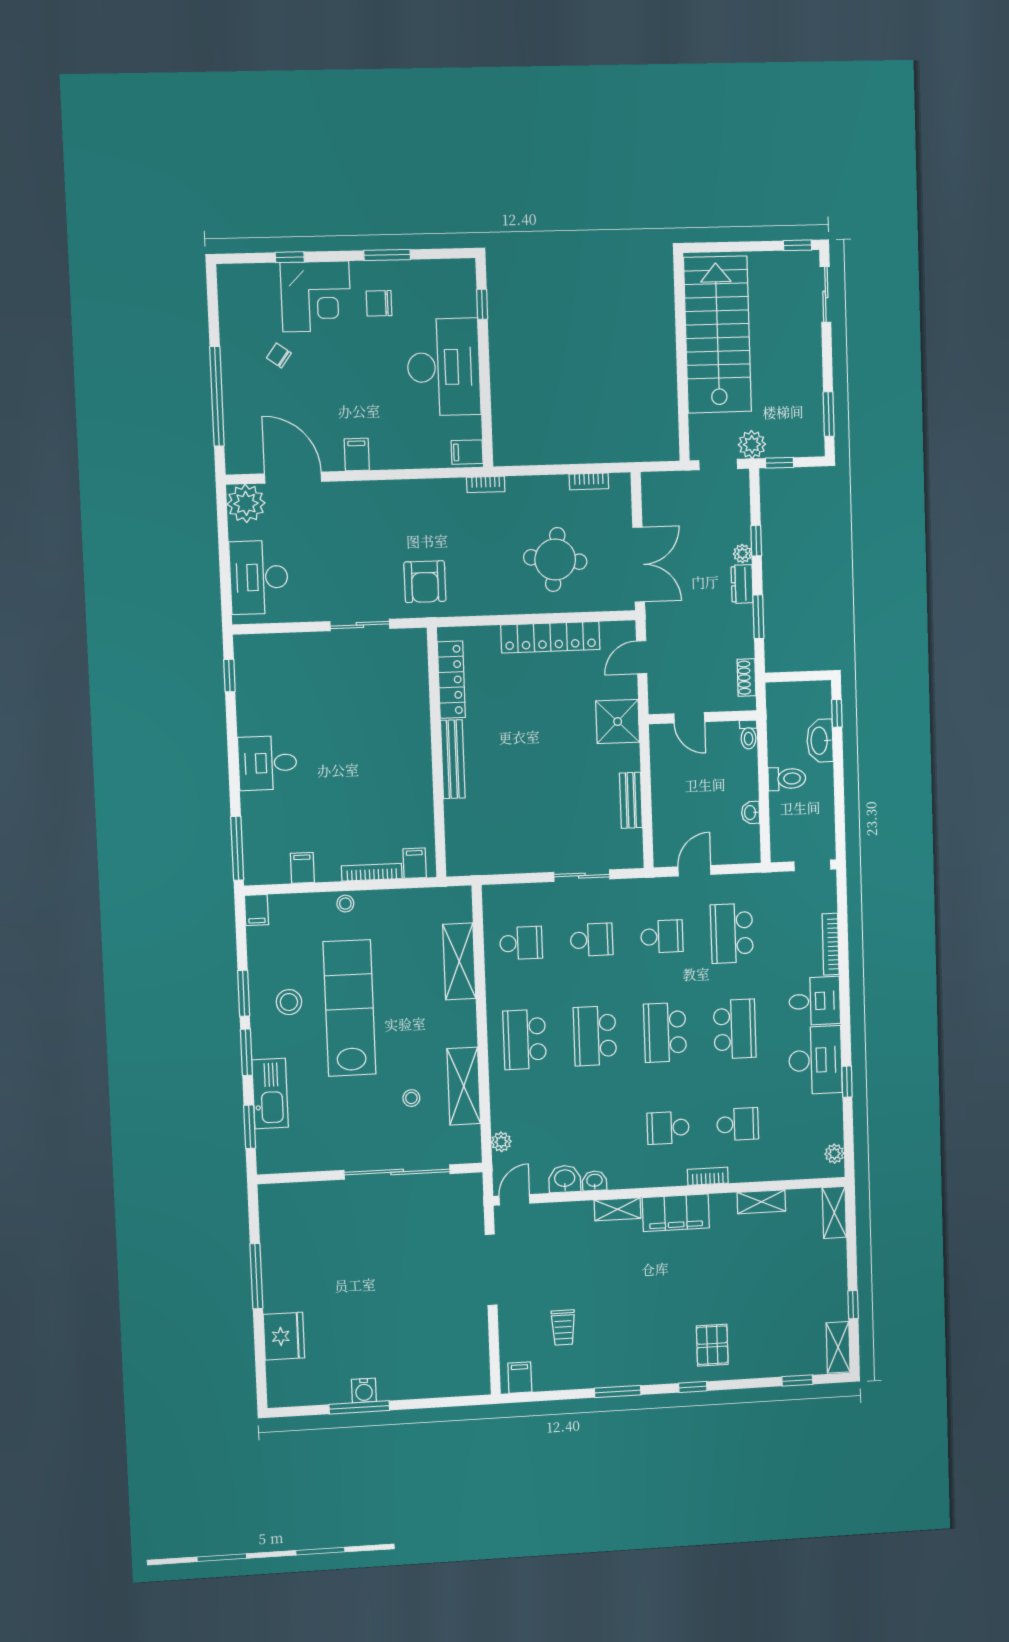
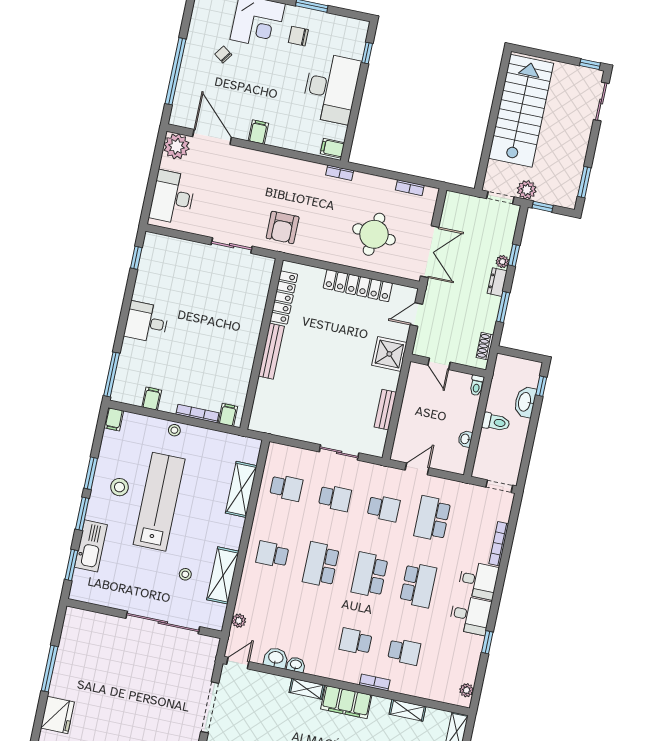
school desk: (525, 1039) -> (272, 554), width x0.54
desk: (815, 1060) -> (470, 615), width x0.73

